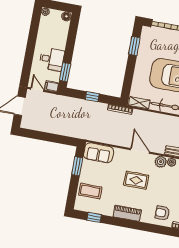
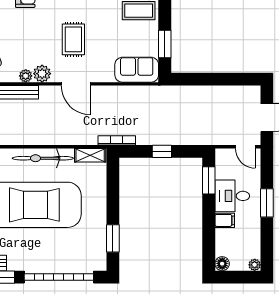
window: (30, 51) -> (267, 203), added
filing cabinet: (52, 86) -> (225, 220), moved
rug: (136, 180) -> (73, 39), turned 90

